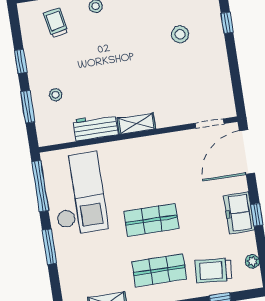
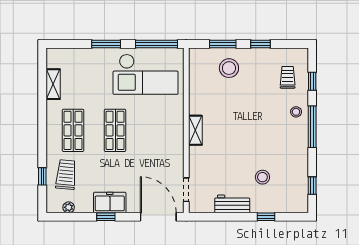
trolley: (56, 23) -> (288, 77), turned -79
stool: (56, 95) -> (229, 68), width x1.89, depth x1.89
workbench: (96, 127) -> (232, 204), moved, turned -90

